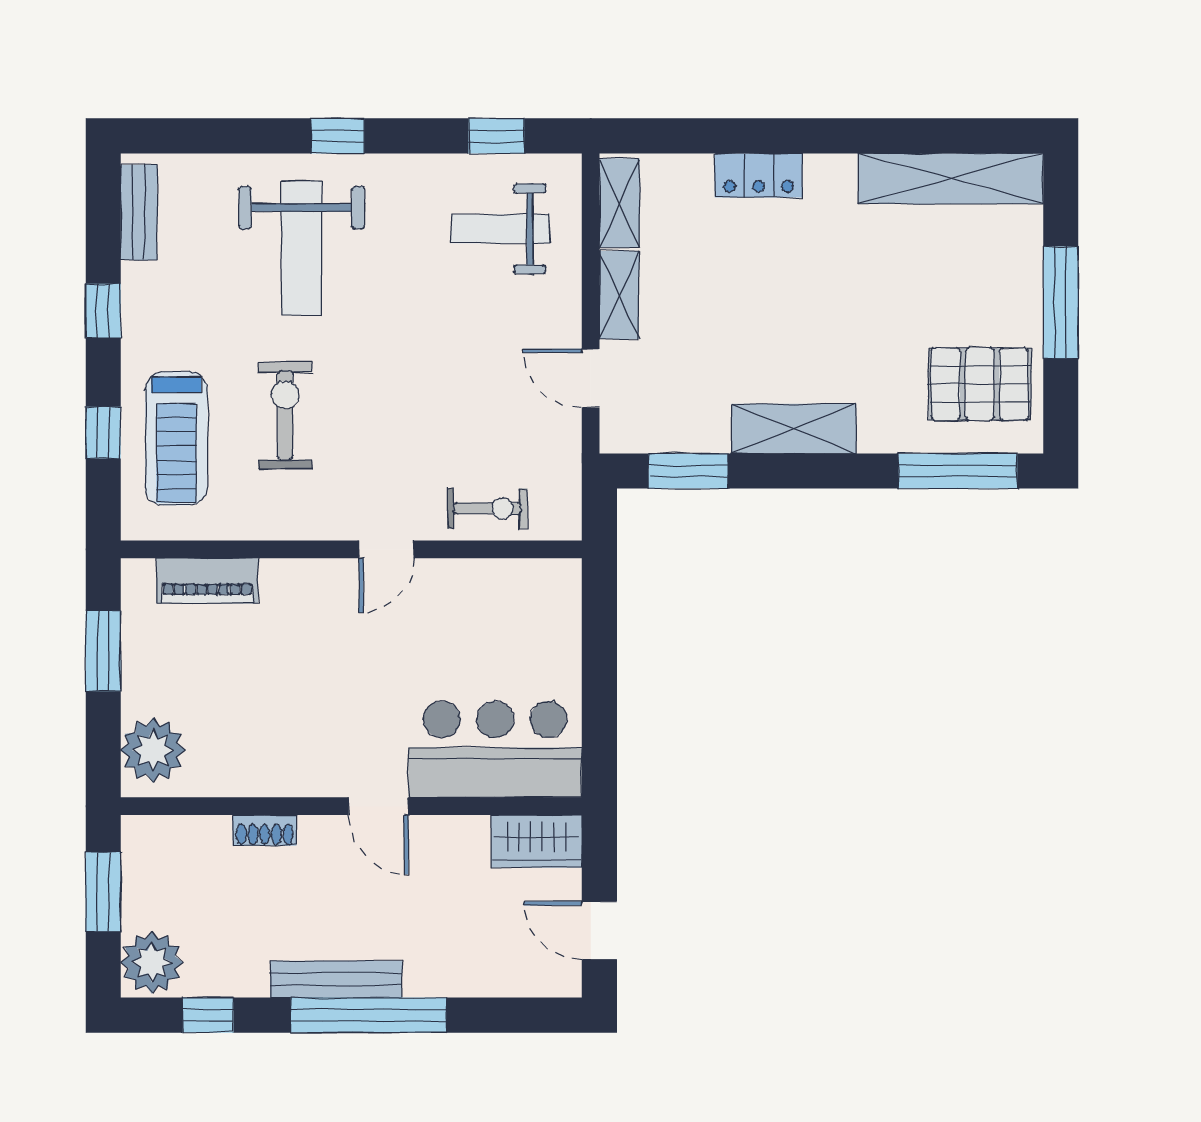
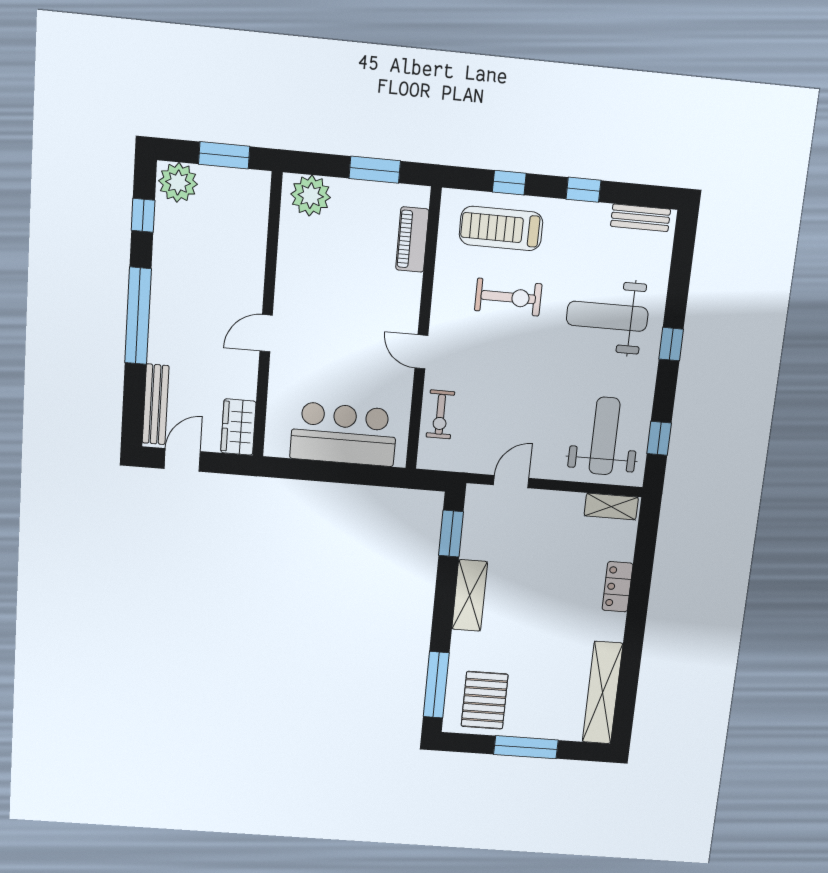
weight bench: (500, 229) -> (605, 436), width x1.36, depth x1.33
shelving: (619, 295) -> (558, 502), removed
bar counter: (495, 749) -> (344, 434), moved, turned -90
shoe rack: (265, 830) -> (256, 262), removed
bench: (336, 979) -> (156, 404), moved

